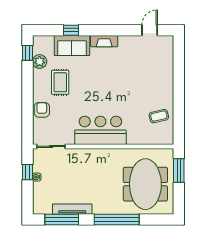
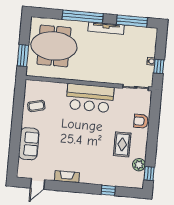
fireplace: (104, 41) -> (67, 177), moved
sofa: (72, 45) -> (29, 144), moved, turned 90
armchair: (42, 110) -> (141, 121), turned 90
meeting table: (145, 184) -> (54, 46), turned 90
tv unit: (72, 209) -> (106, 28), moved

